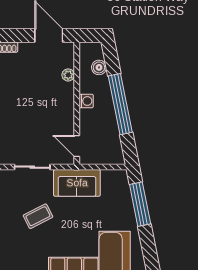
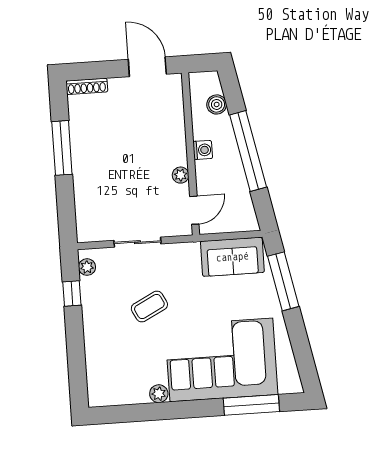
plant: (68, 75) -> (181, 175), moved
door: (77, 146) -> (194, 210), swing flipped
sofa: (77, 183) -> (232, 257), moved

